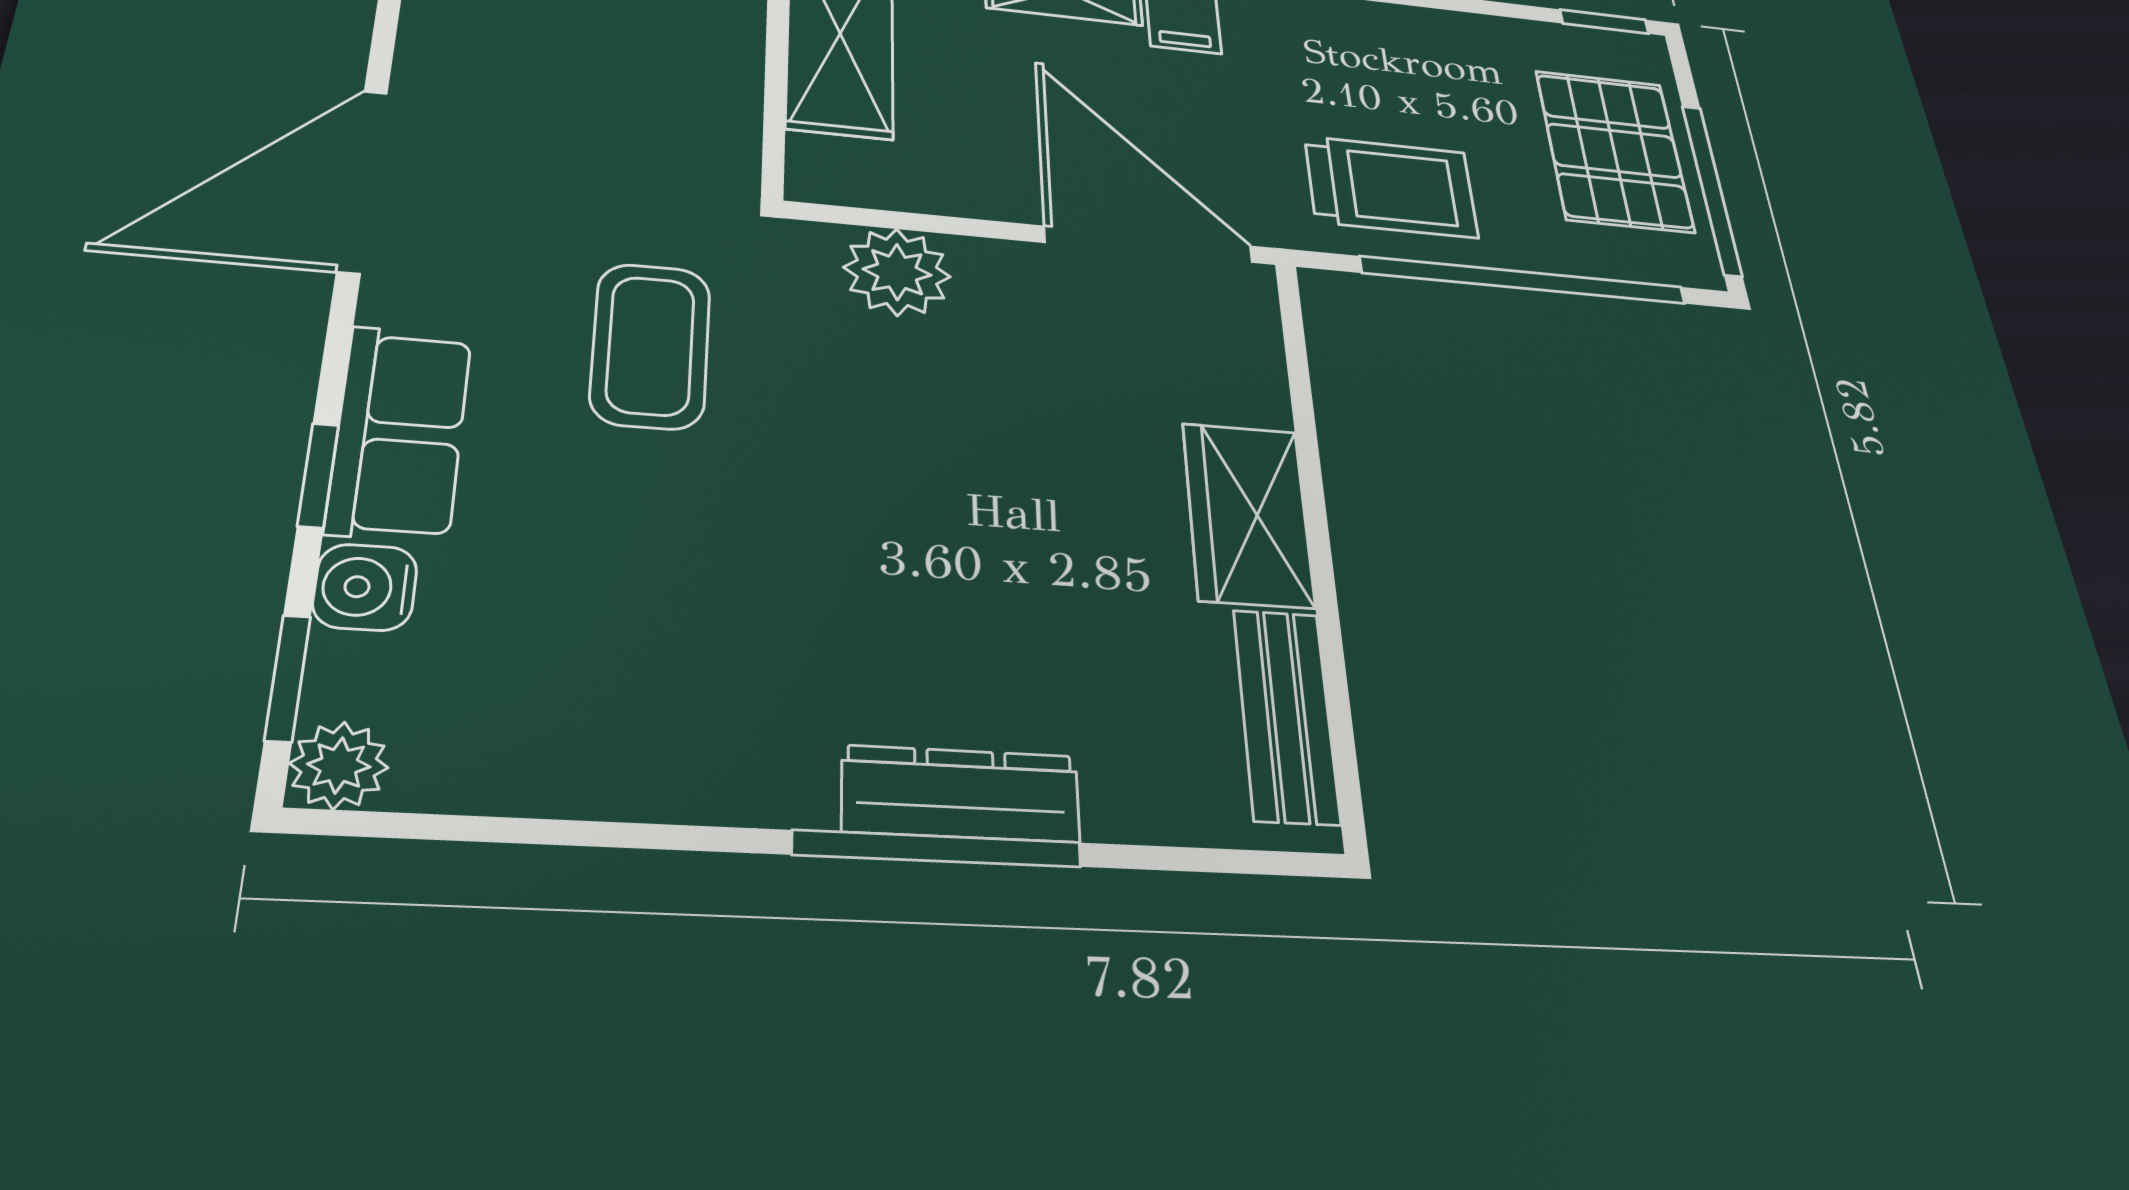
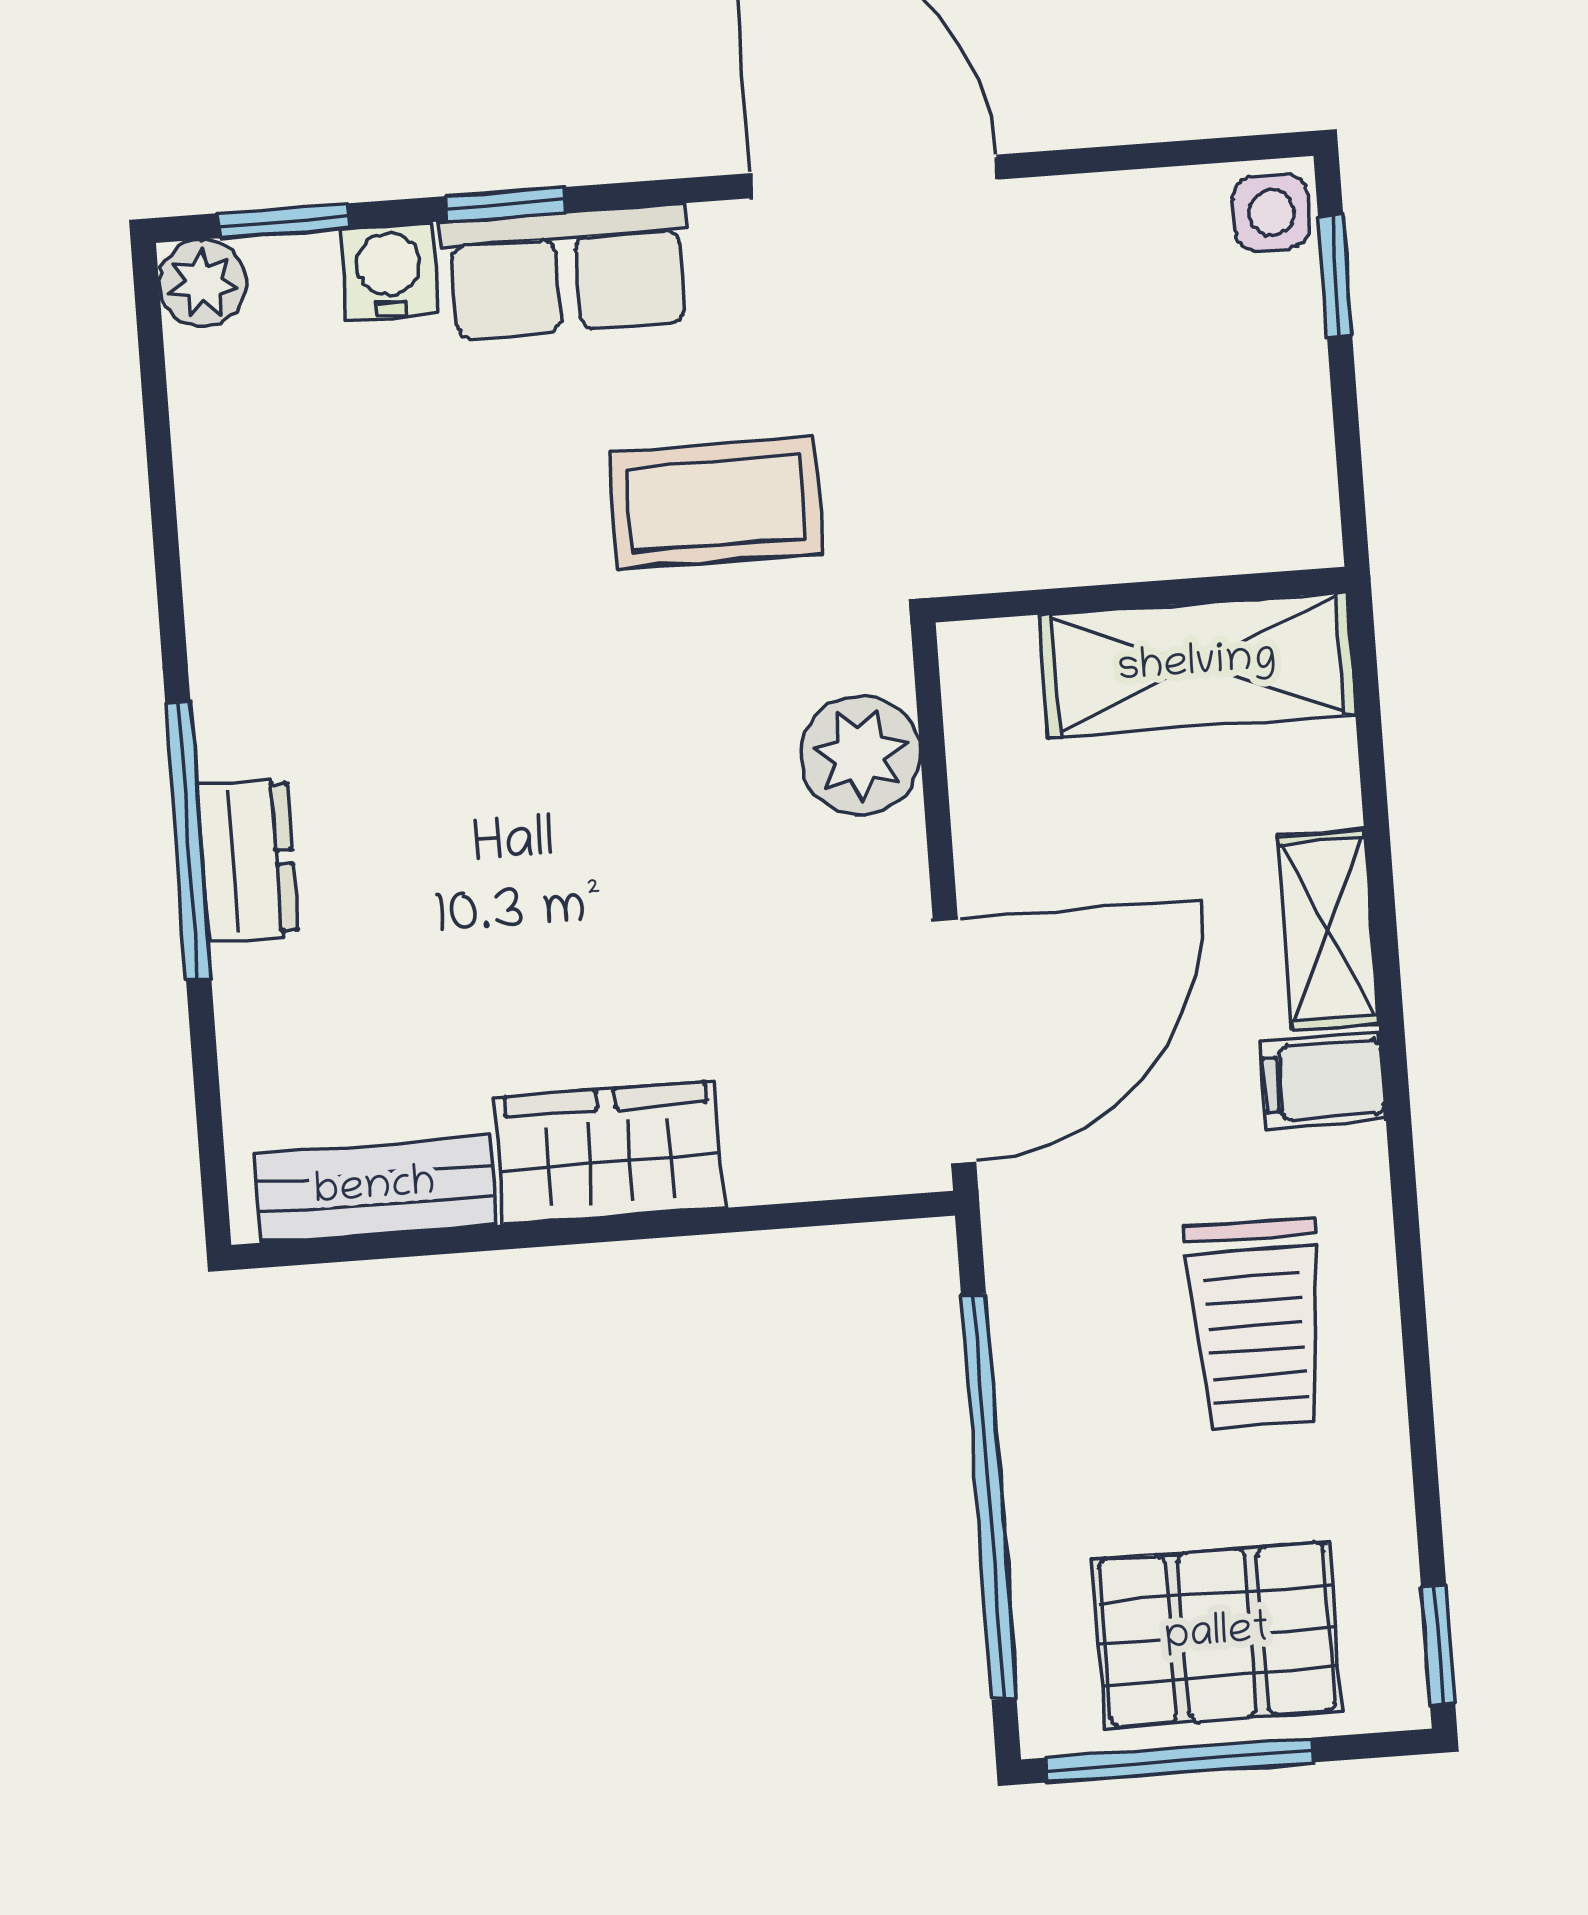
trolley: (1391, 187) -> (1256, 1324), moved
dresser: (961, 794) -> (247, 860), width x0.70

